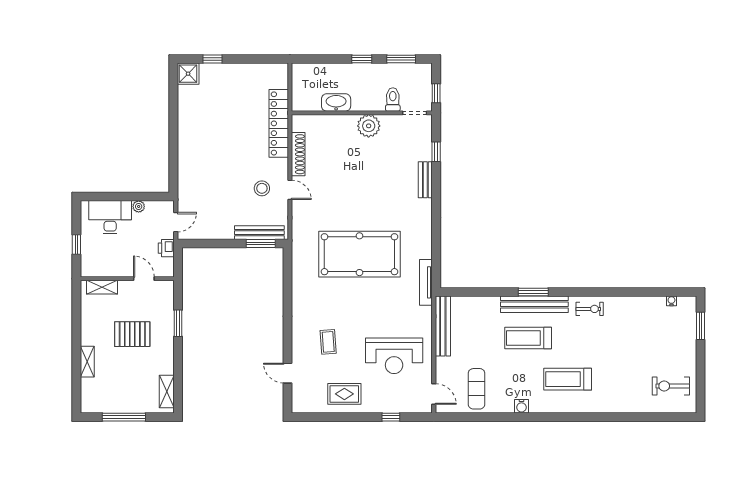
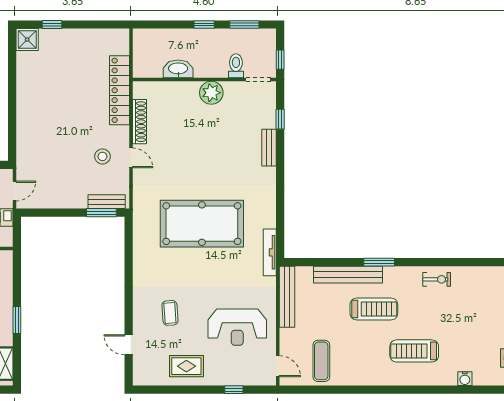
bench: (259, 233) -> (107, 202), width x0.73
bench: (534, 304) -> (348, 275), moved
window: (178, 323) -> (17, 320), moved
treadmill: (528, 338) -> (374, 309), turned 180
water cooler: (521, 406) -> (465, 379), moved

